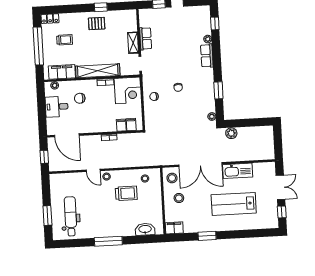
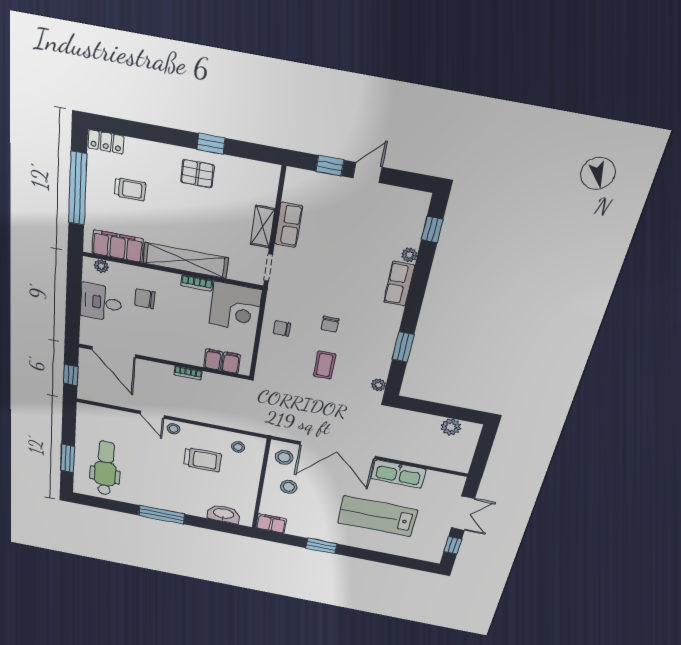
coffee table: (181, 112) -> (325, 365), added
plant: (231, 133) -> (451, 427), moved

